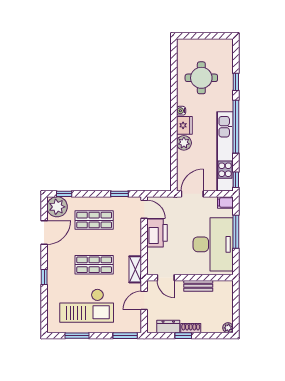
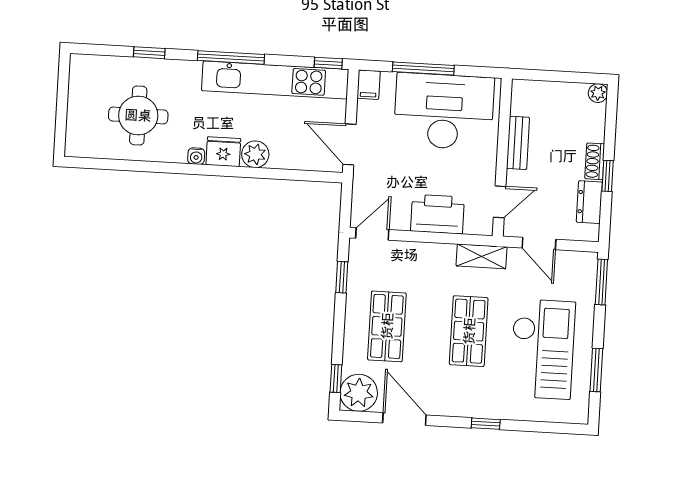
window: (236, 127) -> (231, 57), width x0.68
printer: (157, 233) -> (438, 214), moved

